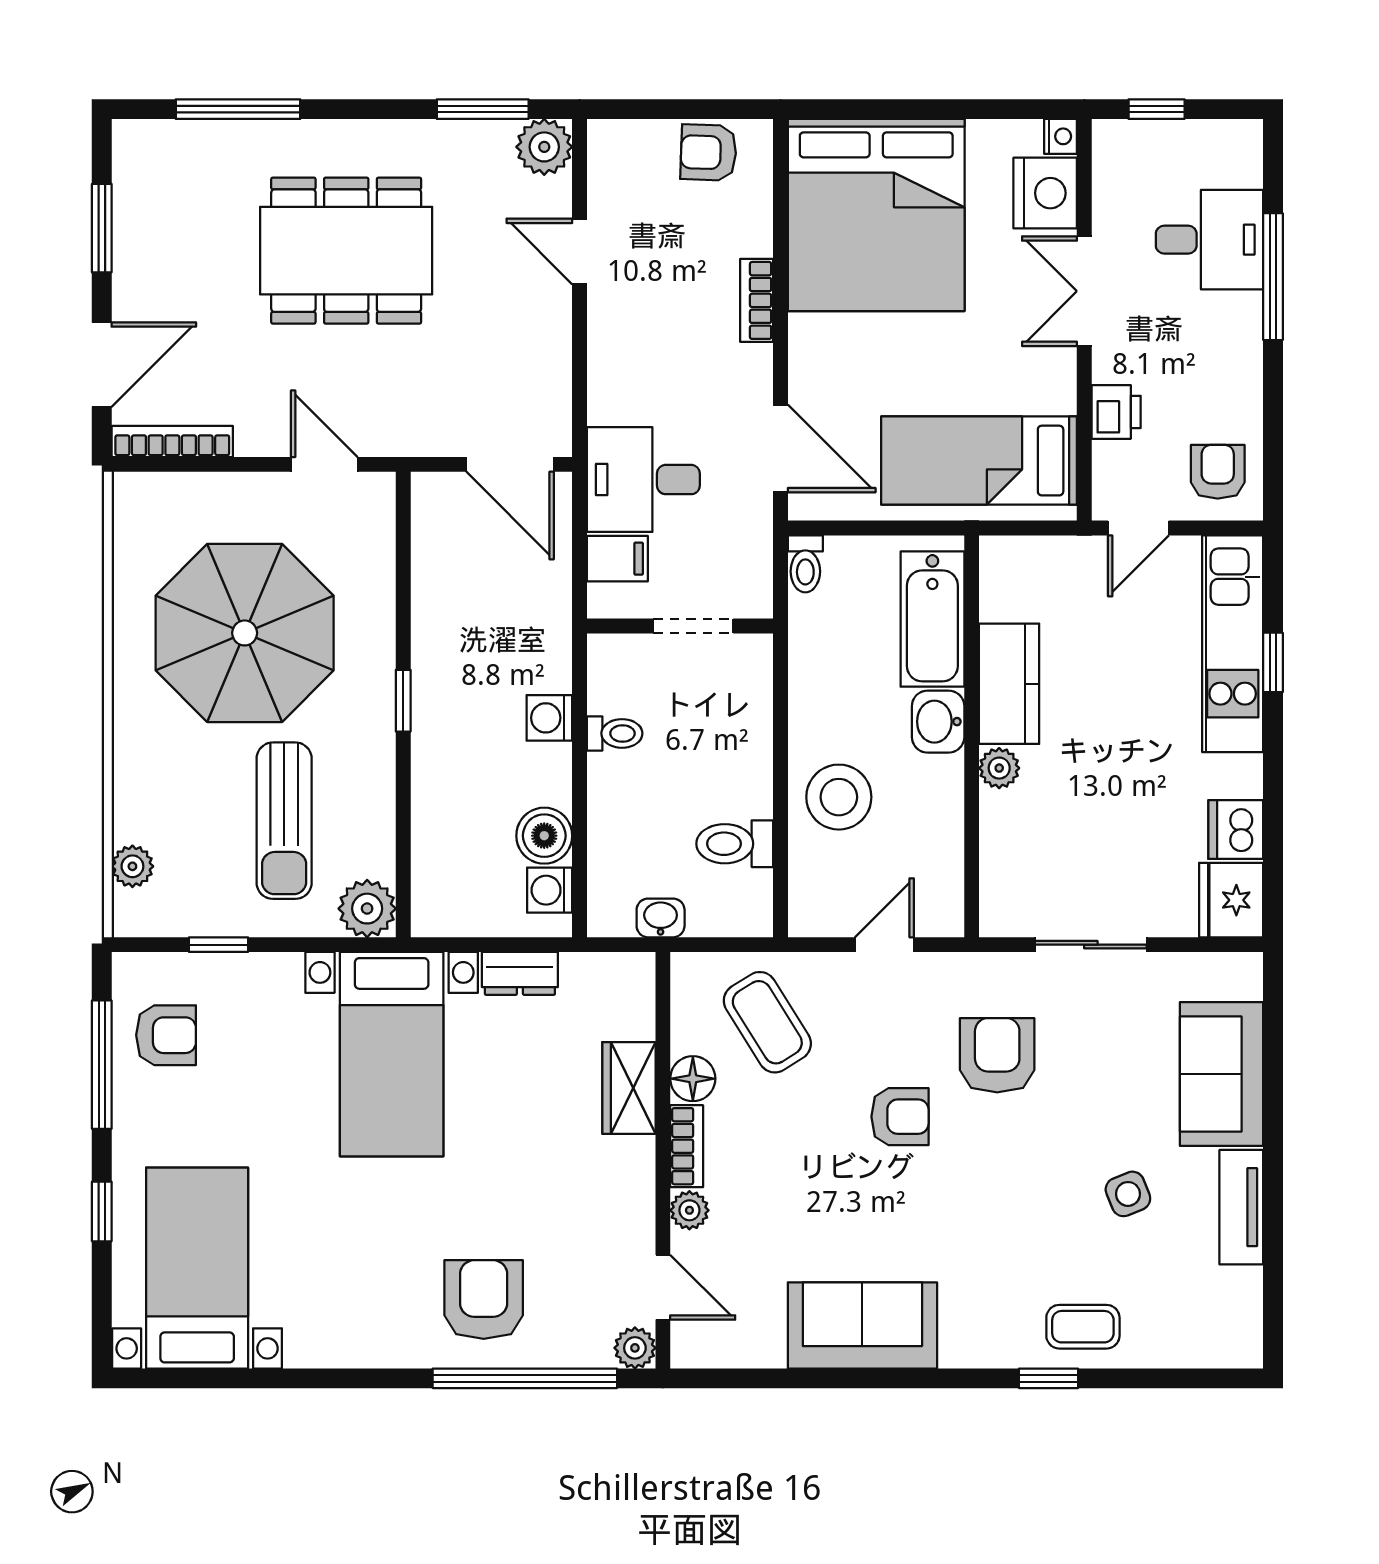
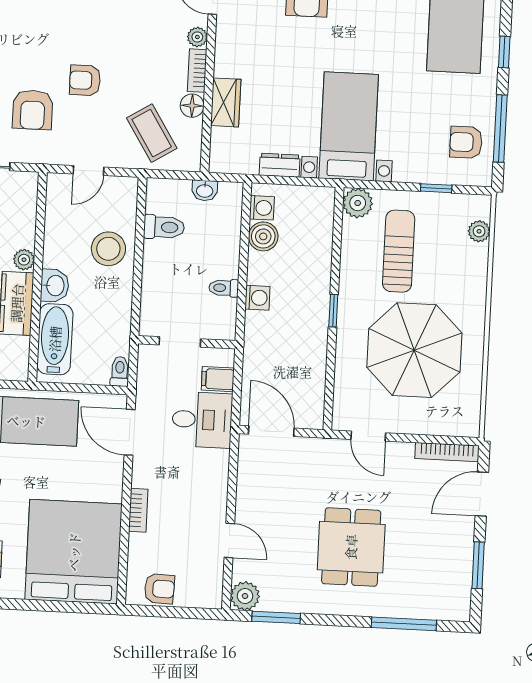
dining table: (346, 251) -> (351, 547), width x0.73

